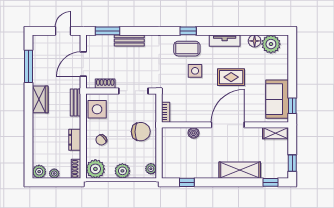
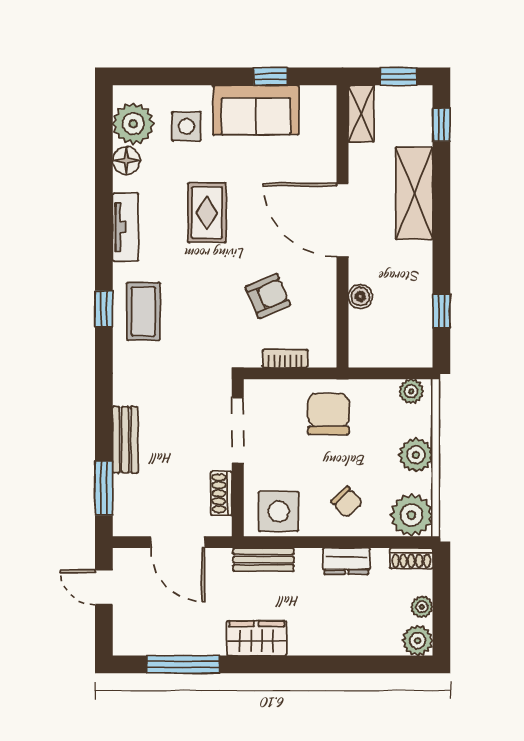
side table: (195, 71) -> (186, 126), moved
armchair: (194, 104) -> (268, 296), added
wall: (225, 125) -> (342, 226), moved
door: (228, 125) -> (342, 220), moved
boiler: (193, 133) -> (360, 296), moved
shelving: (276, 133) -> (361, 114), moved

